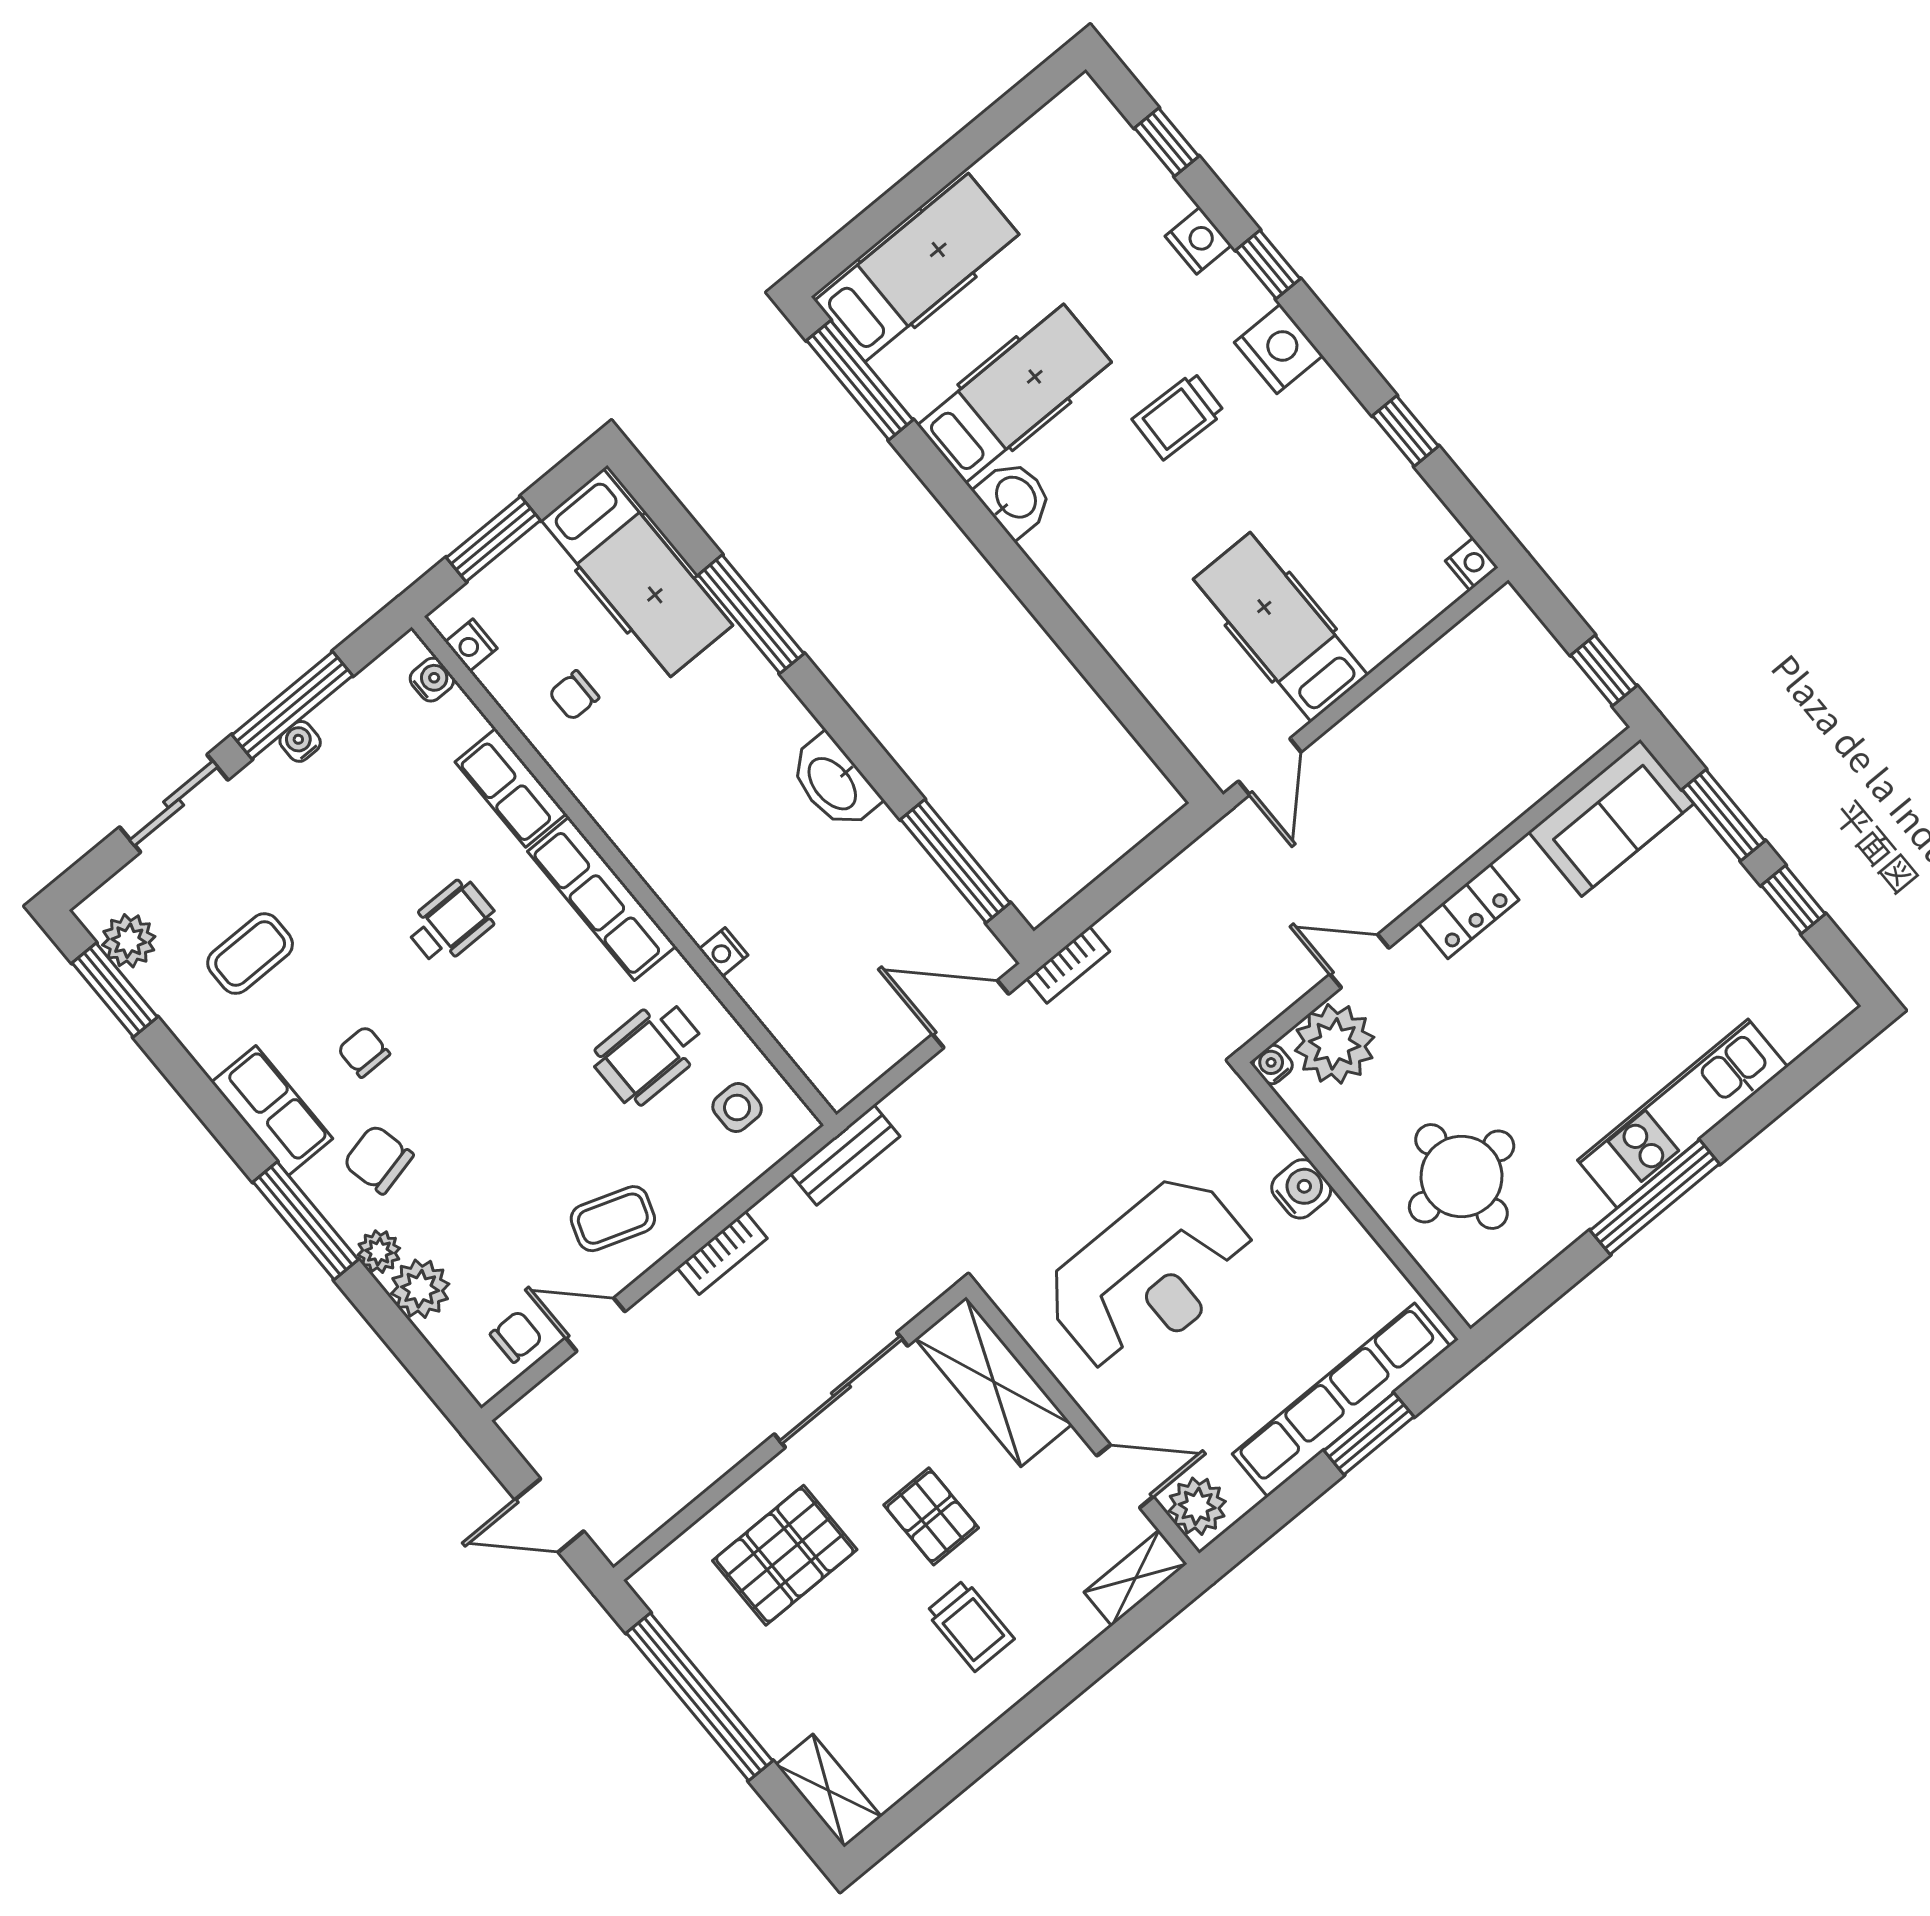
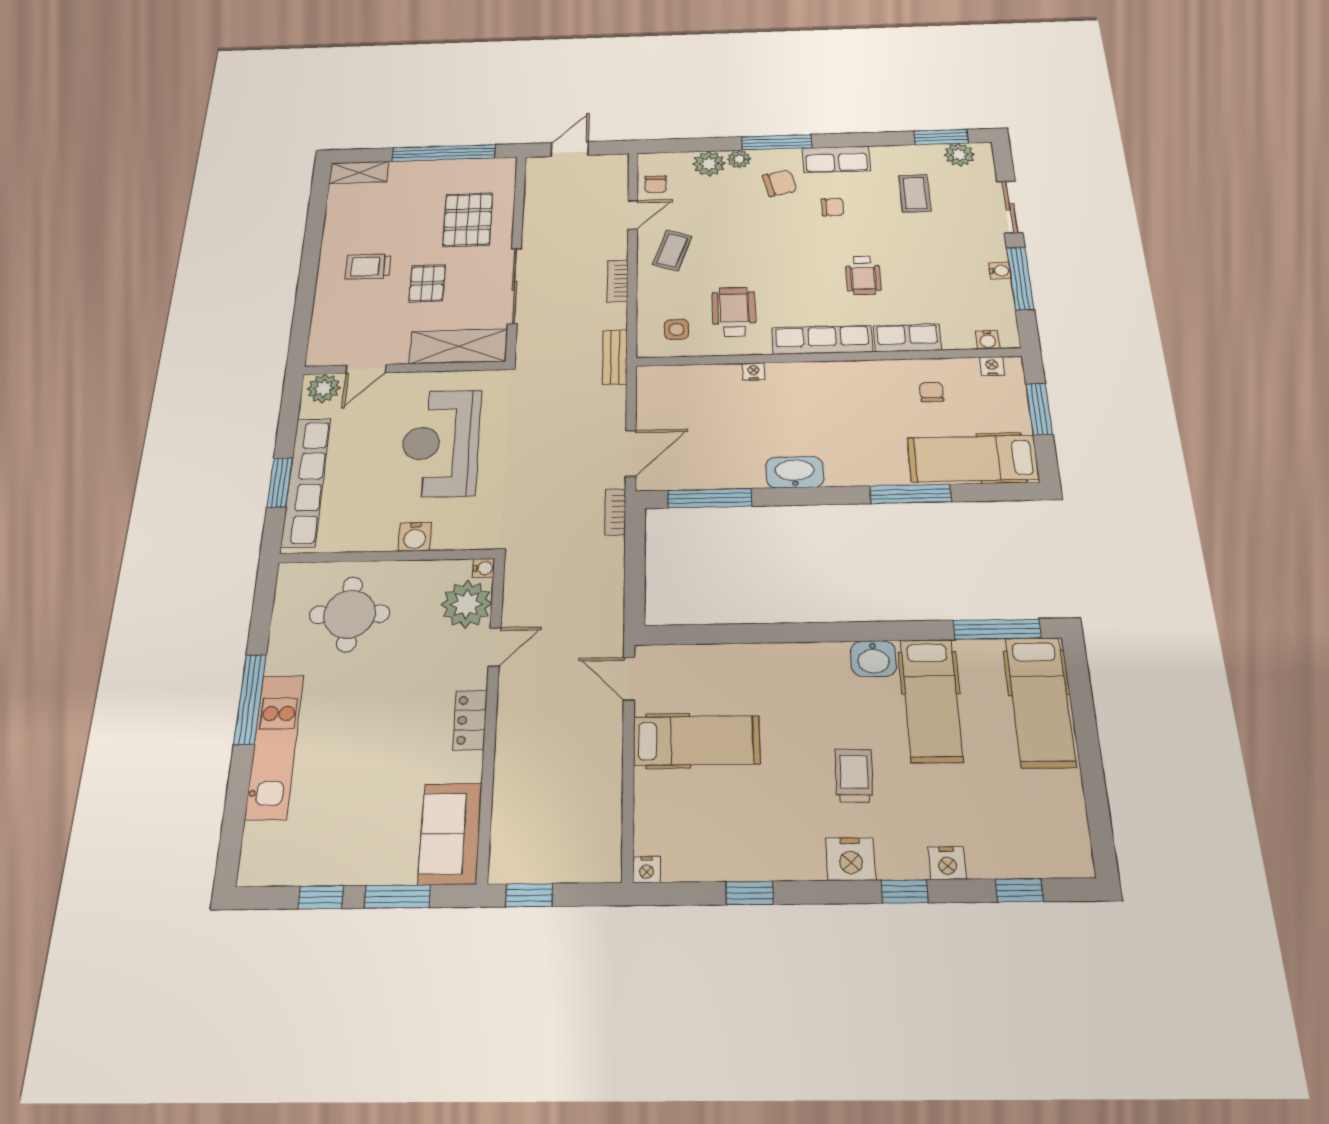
pallet: (931, 1516) -> (427, 283), turned 90
shelving: (1136, 1578) -> (320, 342), removed

